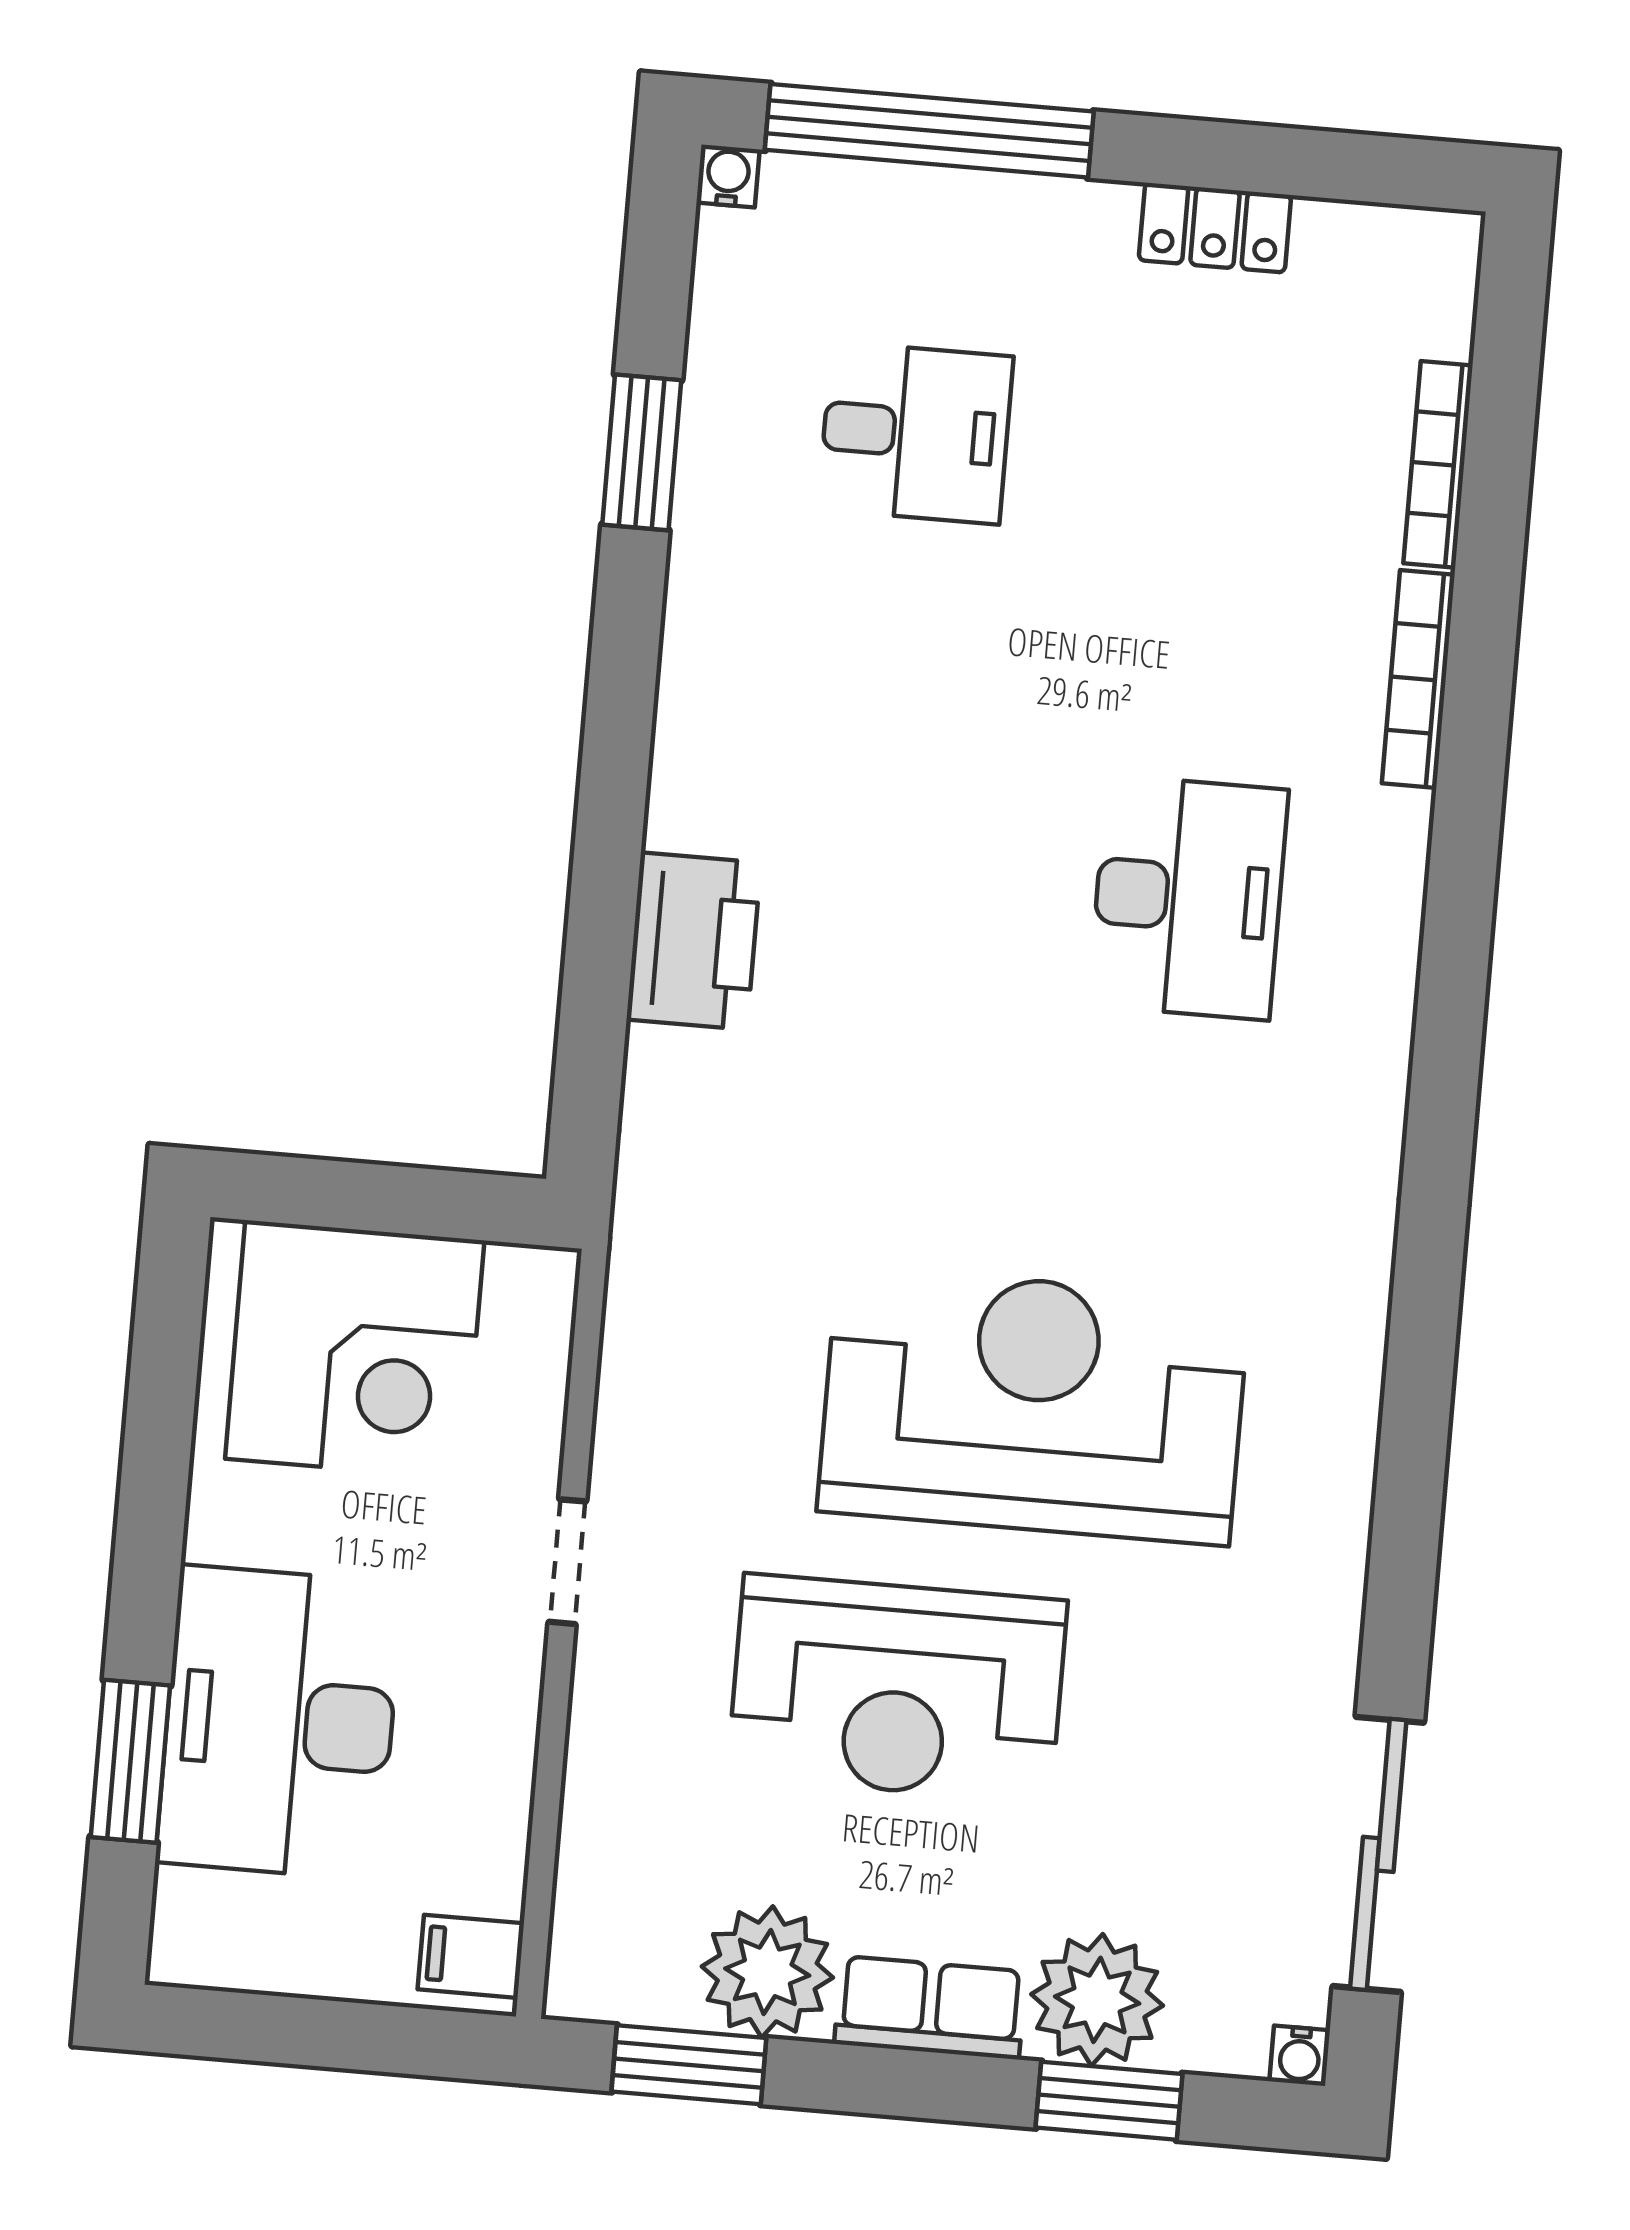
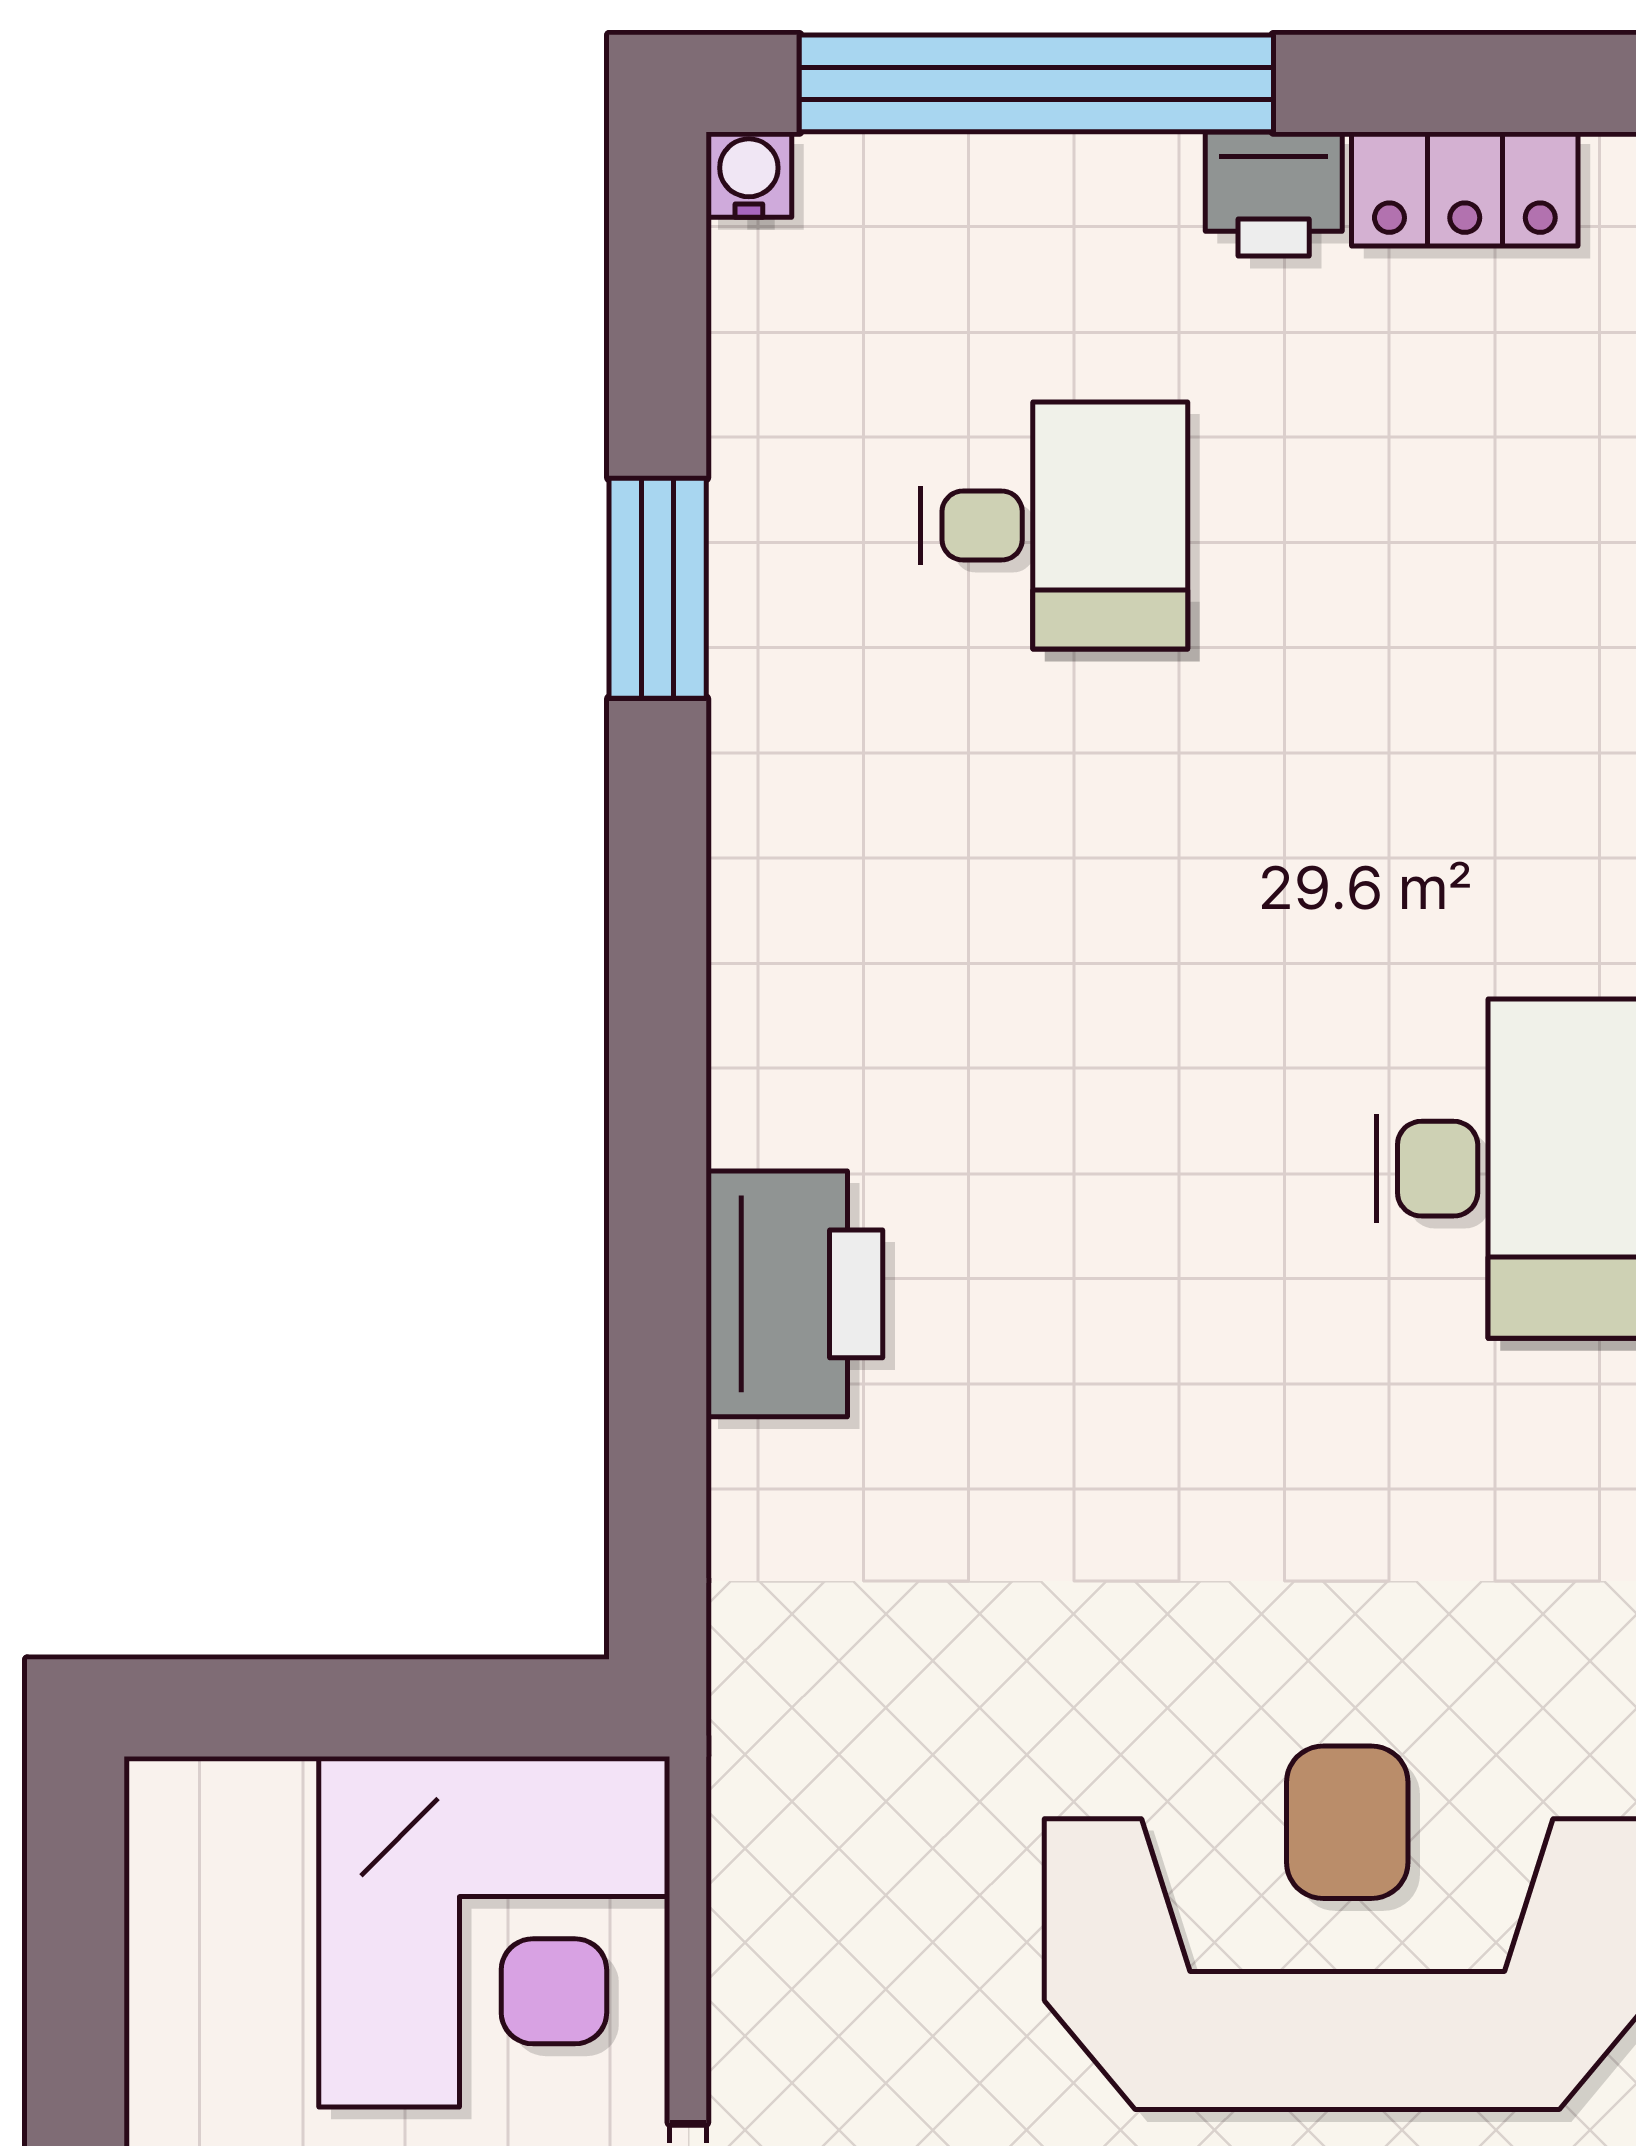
printer: (1084, 220) -> (1274, 194), added
corner desk: (355, 1350) -> (494, 1932), moved

